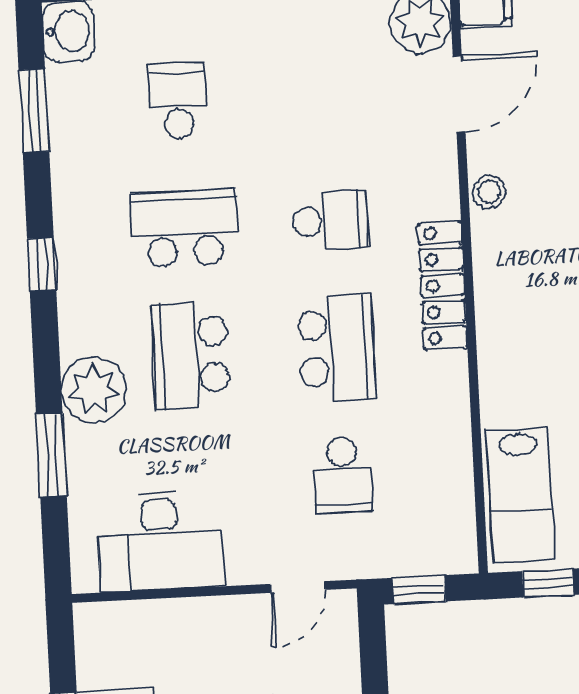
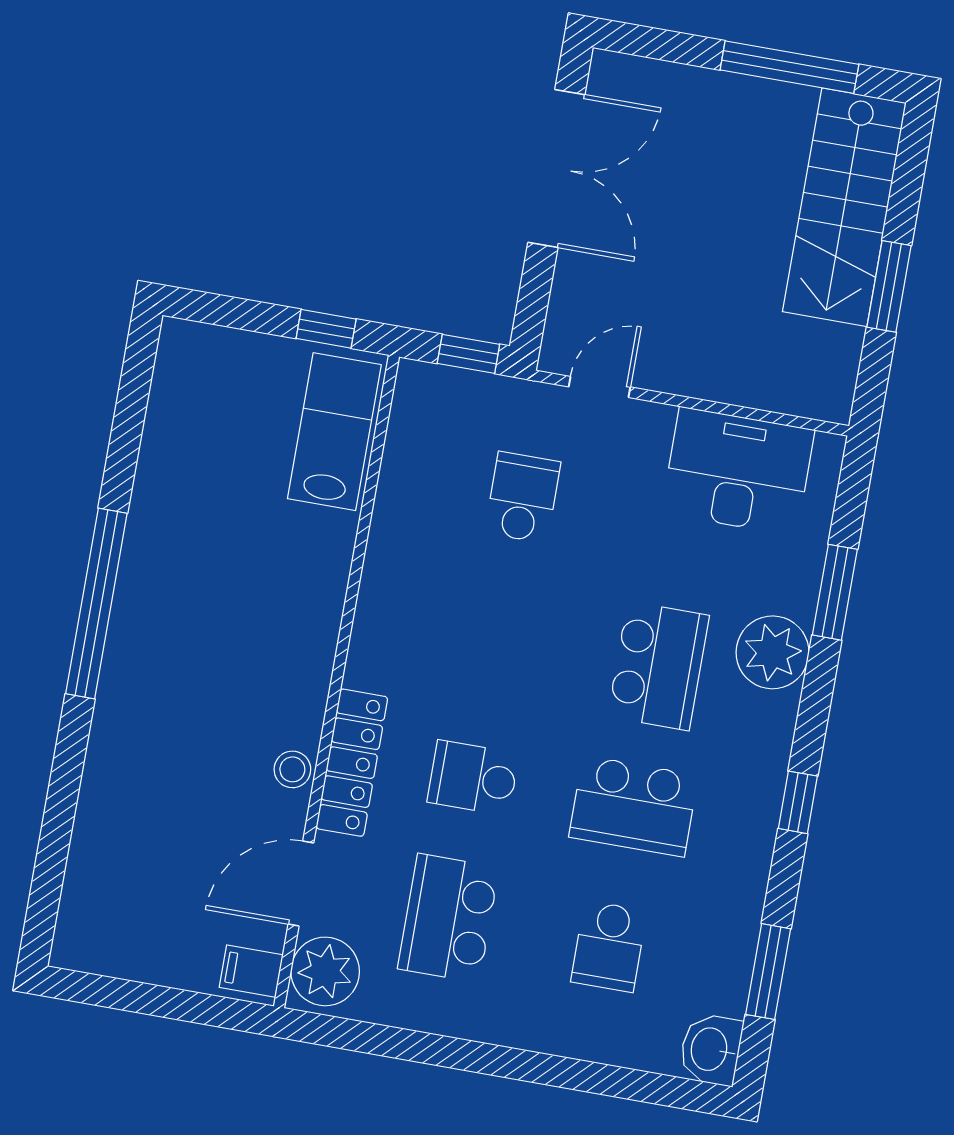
locker: (443, 286) -> (352, 763), moved
school desk: (336, 348) -> (448, 918), moved

